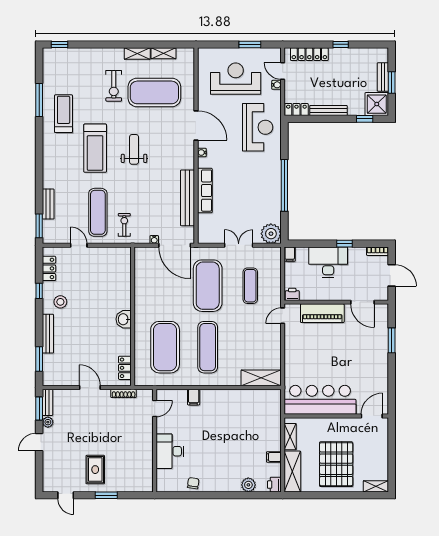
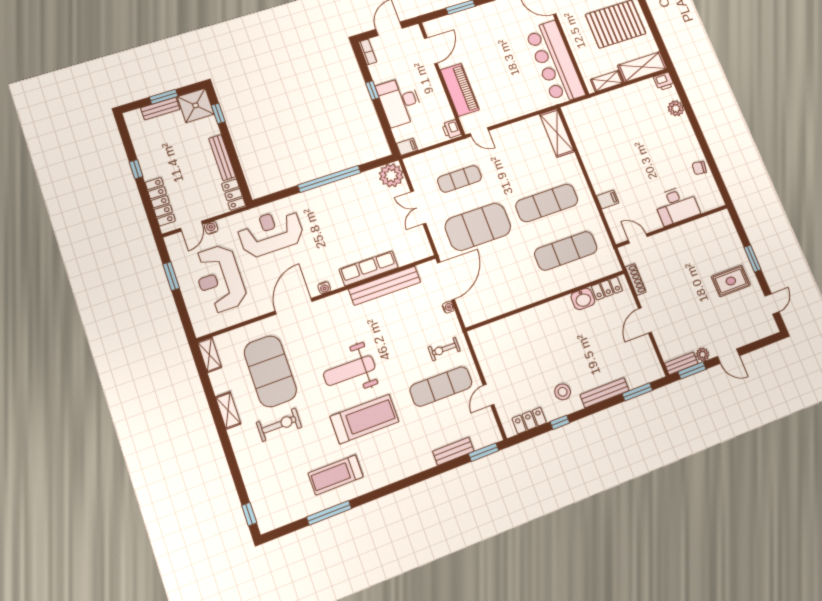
shelving: (164, 53) -> (209, 355), moved
weight bench: (134, 149) -> (349, 371), width x1.36, depth x1.33
washbasin: (124, 319) -> (583, 299), moved
exercise mat: (165, 347) -> (566, 251), width x0.68
filing cabinet: (274, 457) -> (635, 91), removed

